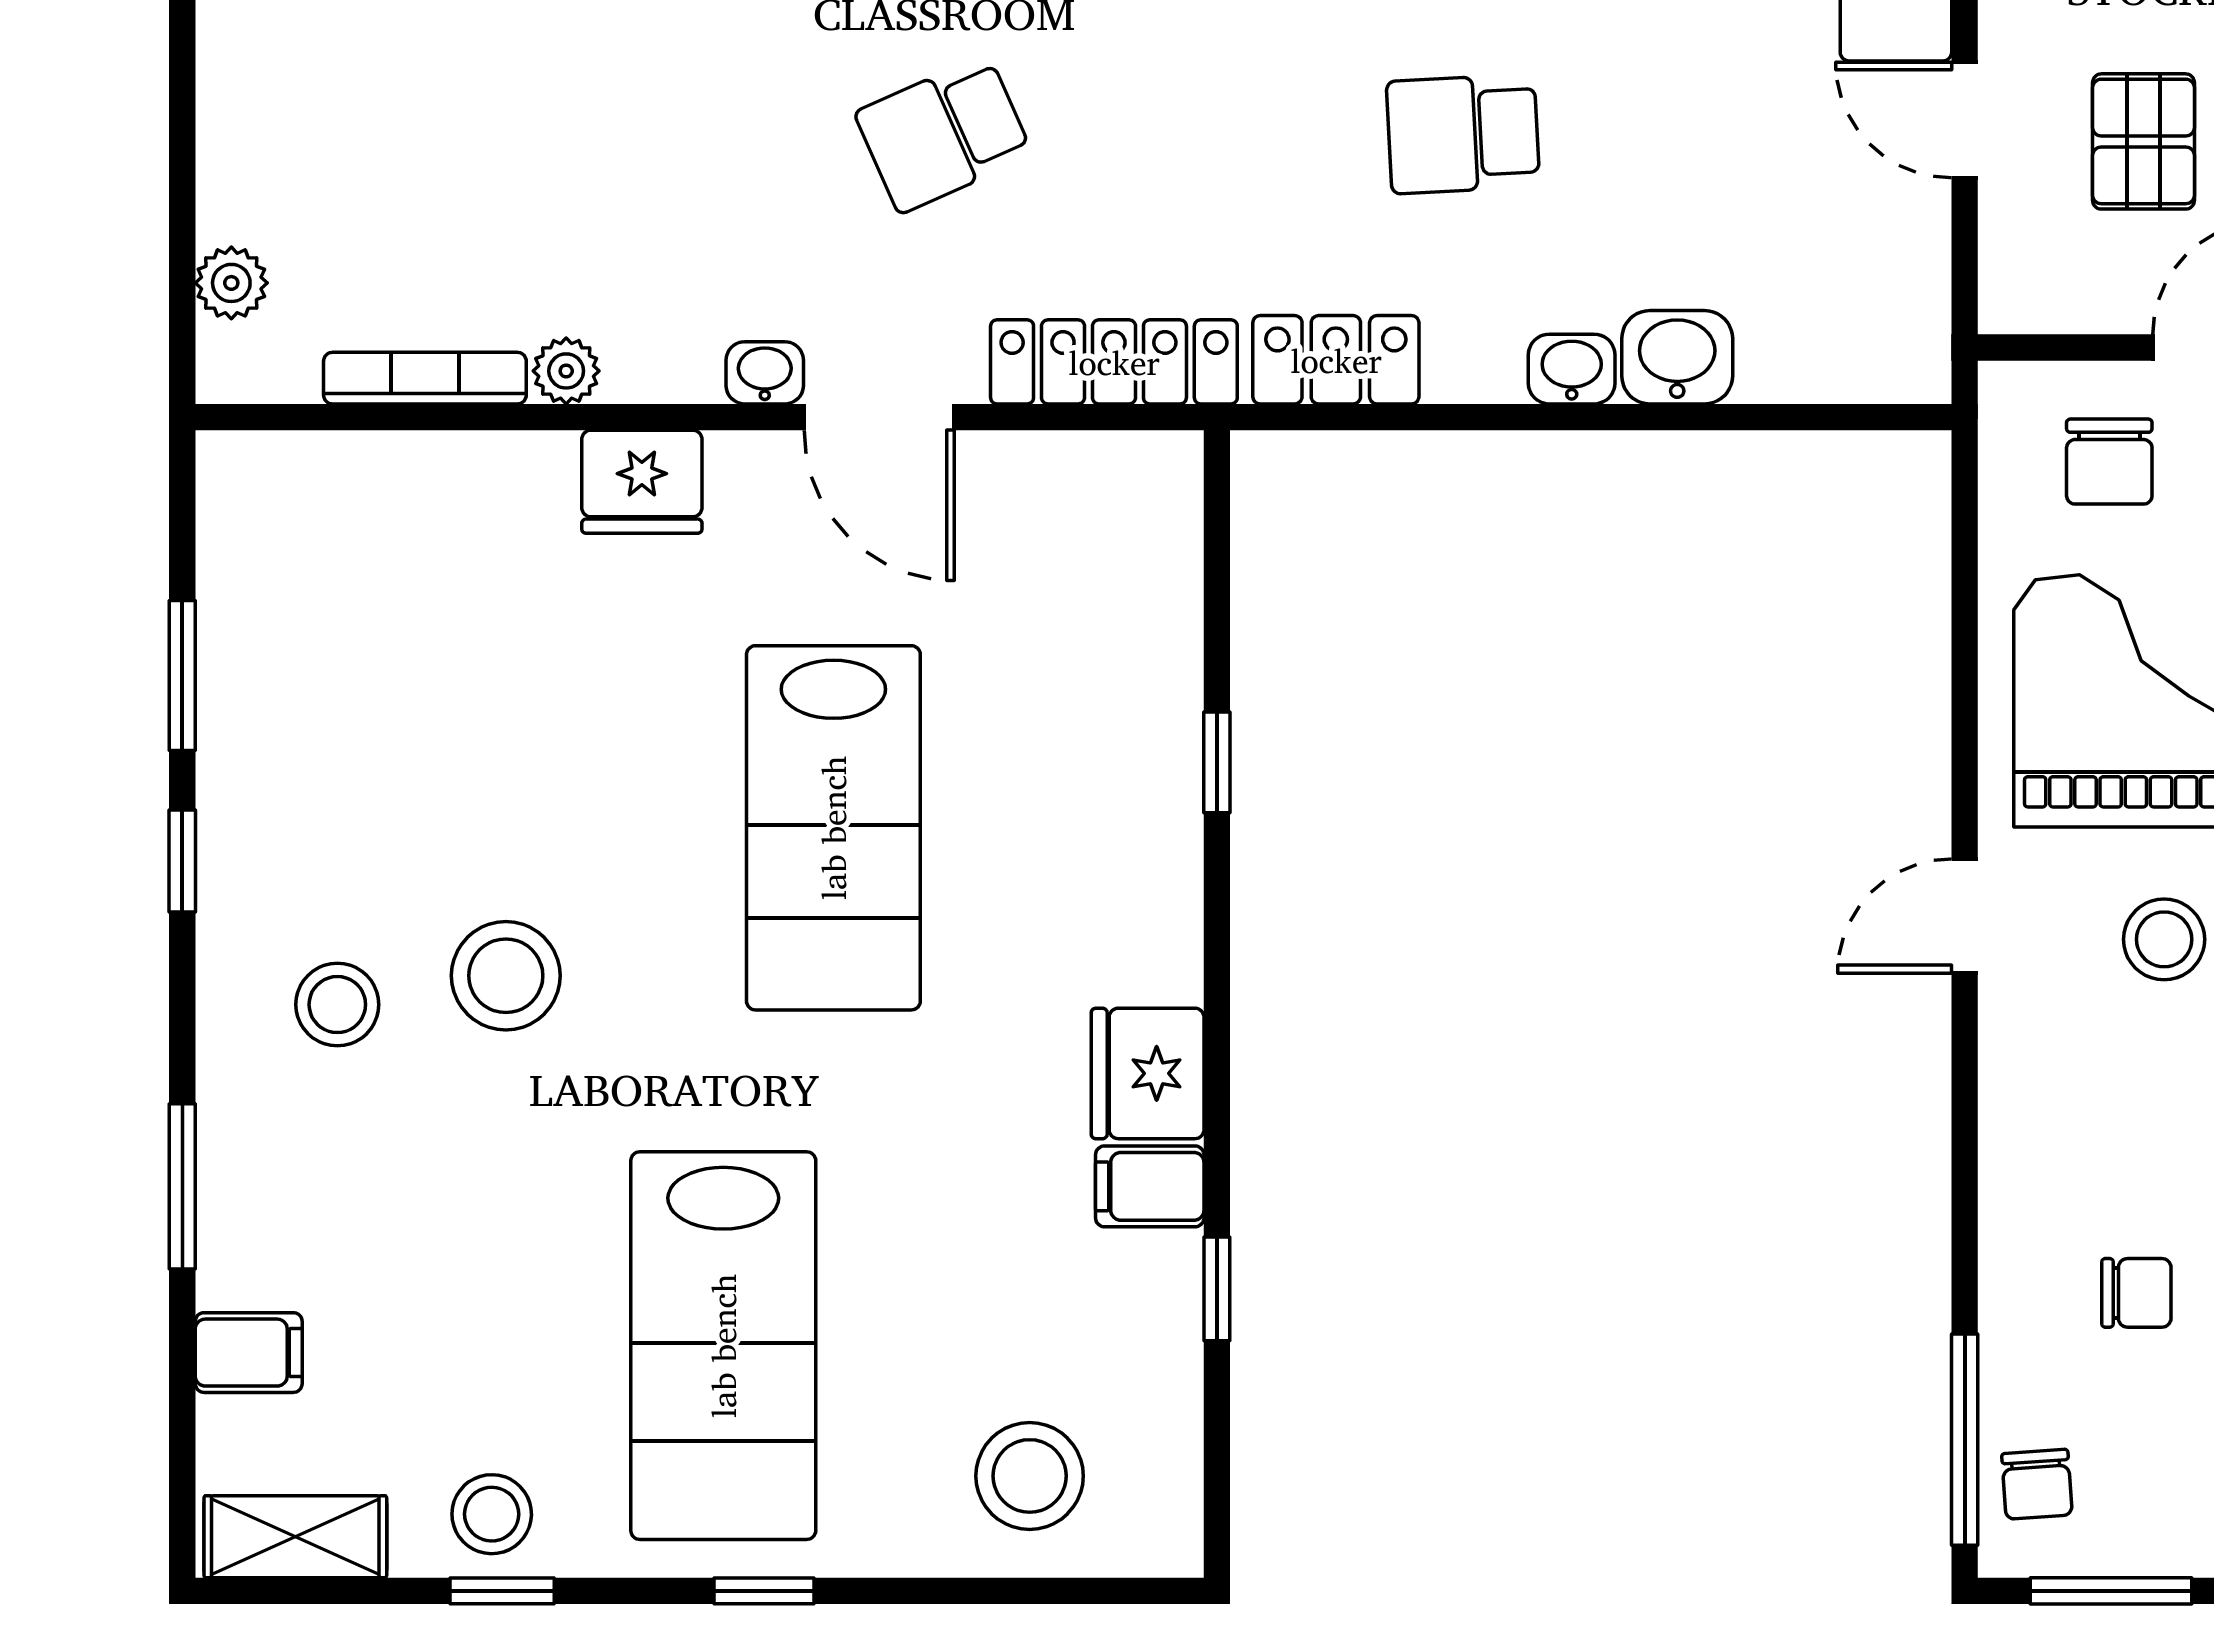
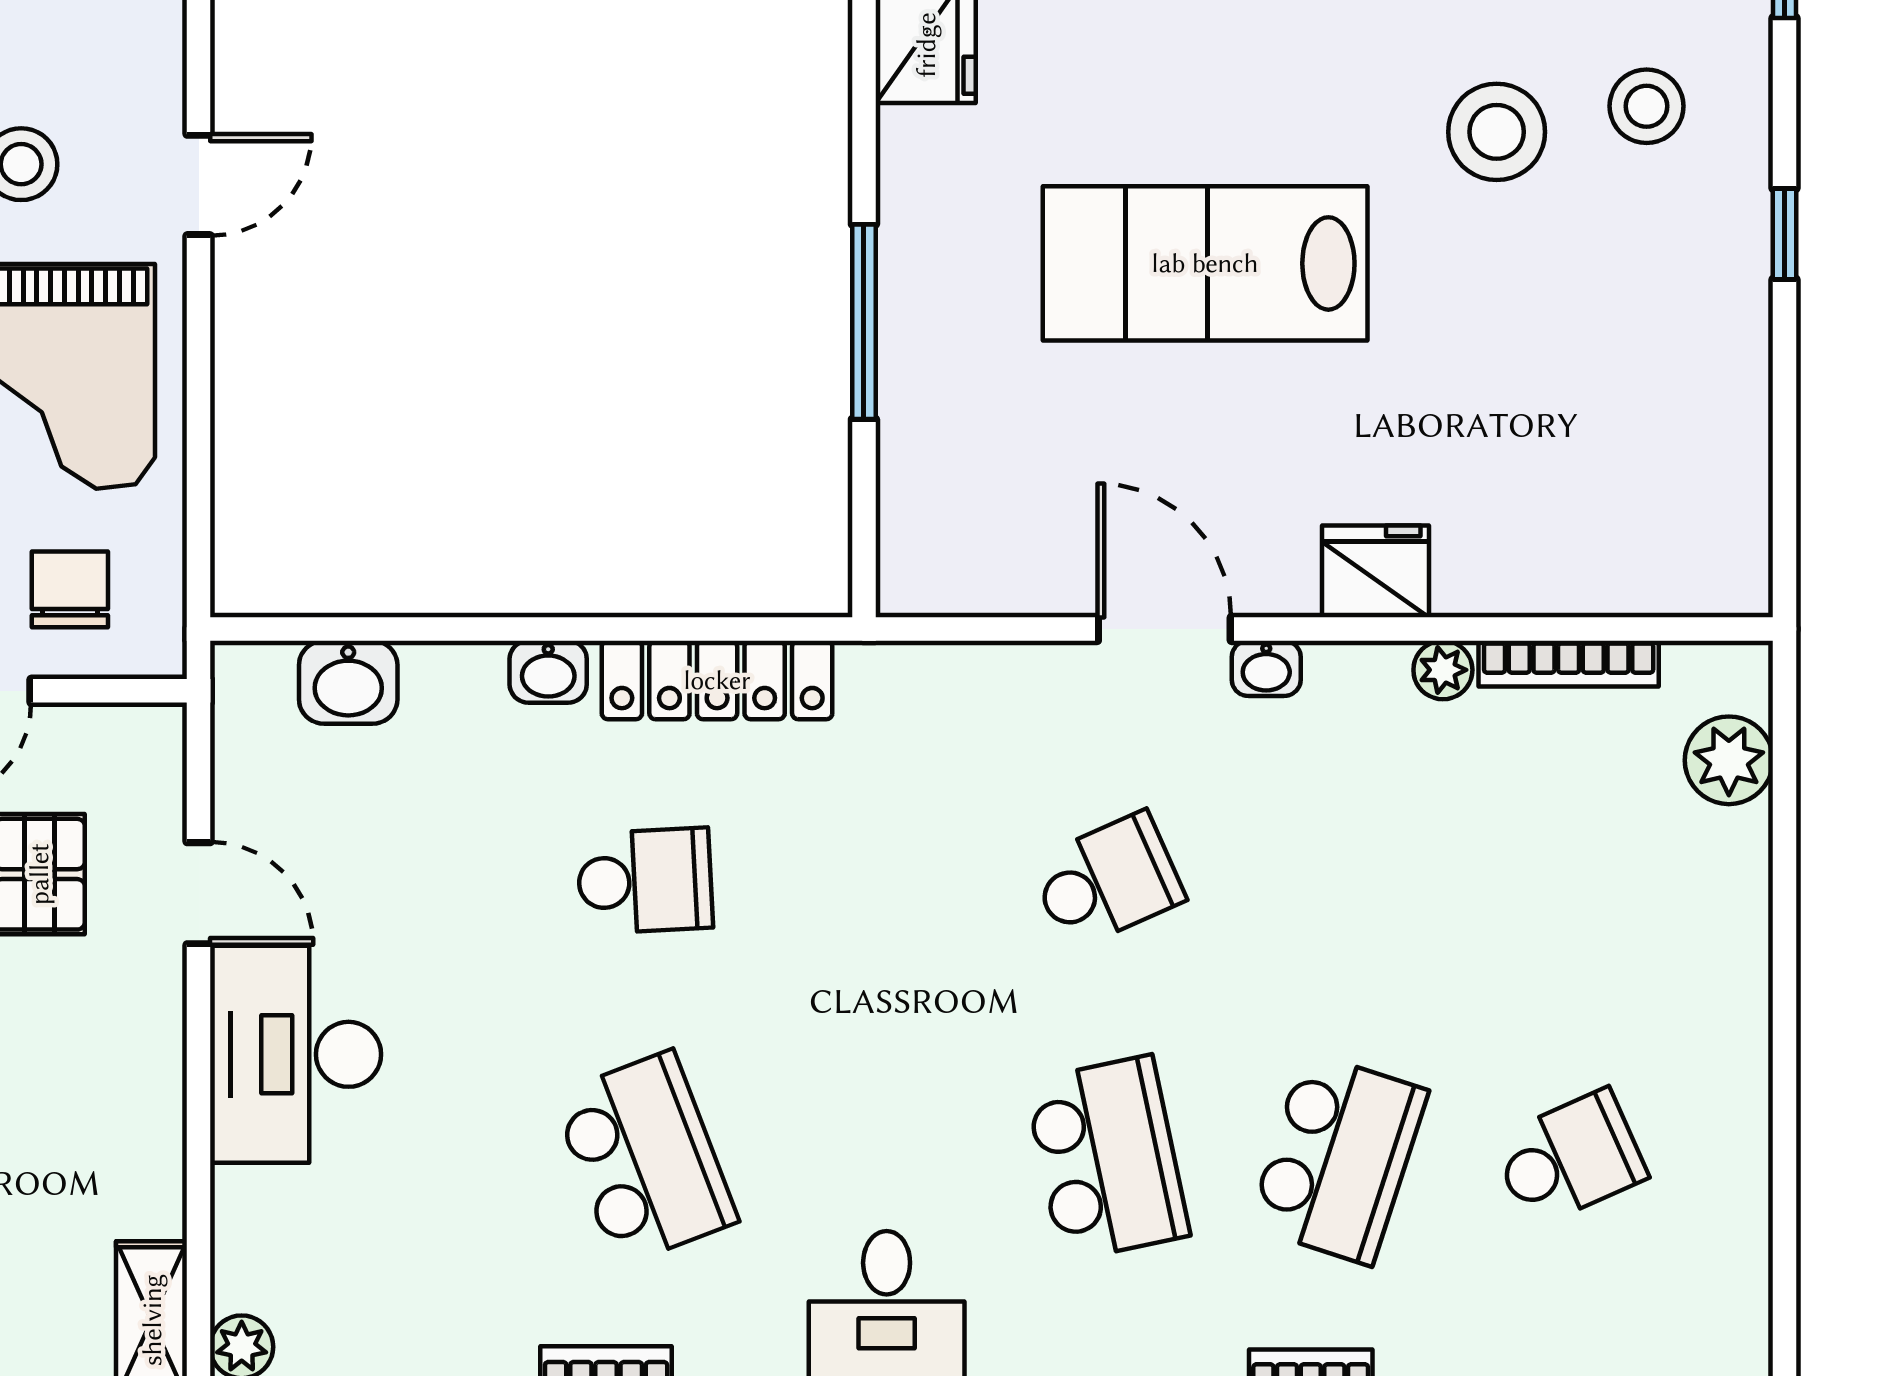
plant: (231, 283) -> (1729, 760), width x1.38, depth x1.38
washbasin: (1677, 357) -> (348, 682), moved
locker: (1336, 360) -> (717, 680), width x1.53
locker: (1114, 362) -> (956, 678), removed
window: (182, 675) -> (1784, 399), removed
window: (1217, 762) -> (864, 322), width x2.17
lab bench: (833, 828) -> (1205, 263), turned -90

